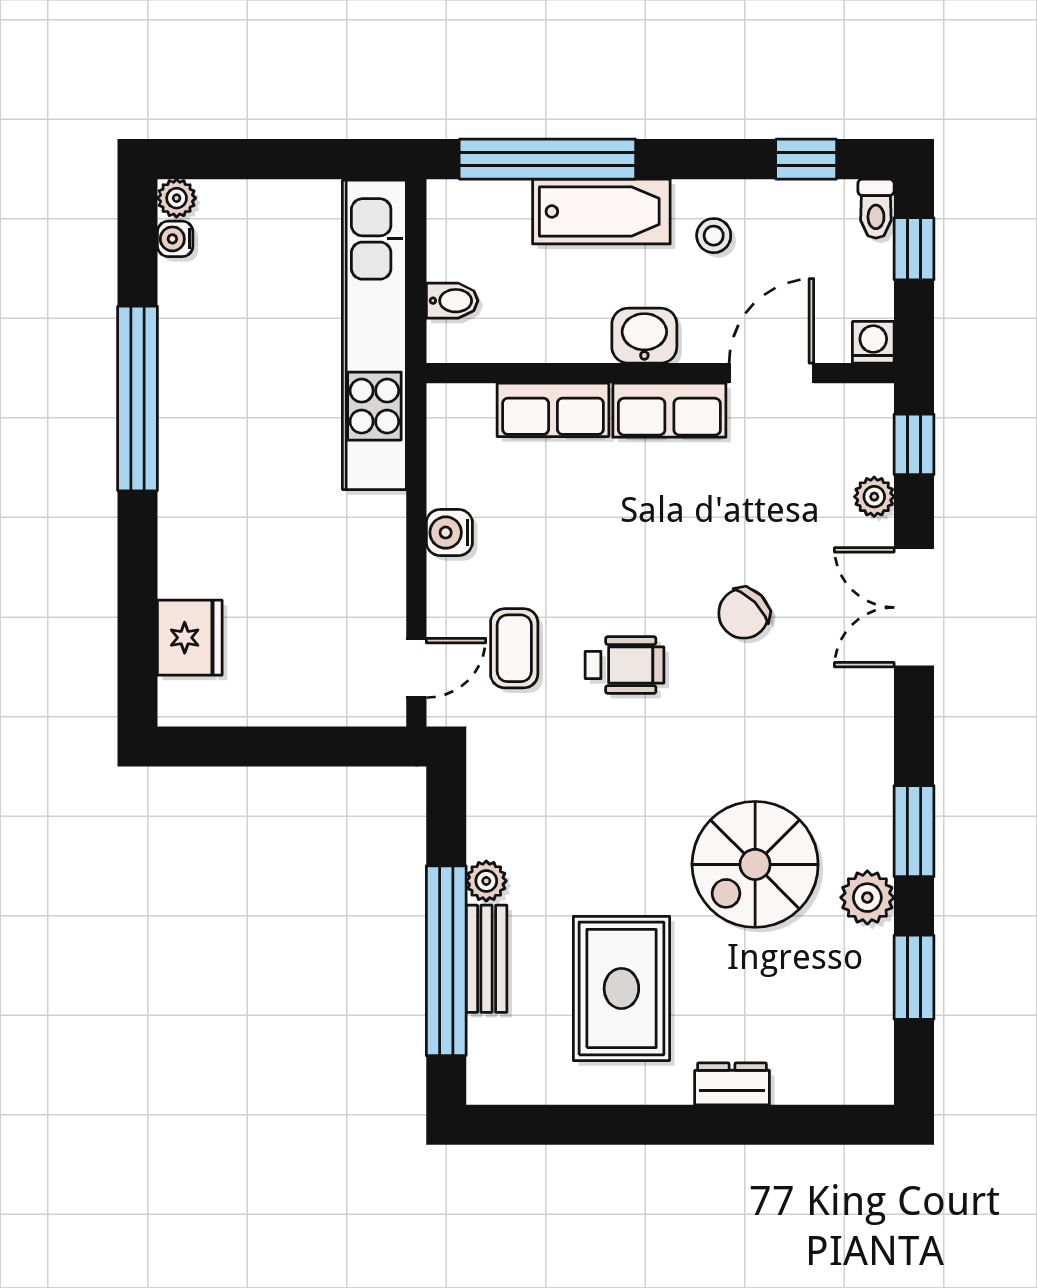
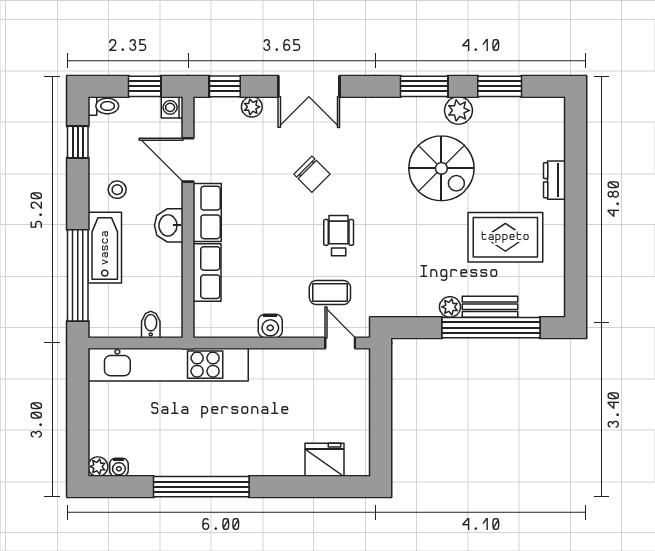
window: (914, 249) -> (145, 86), moved

